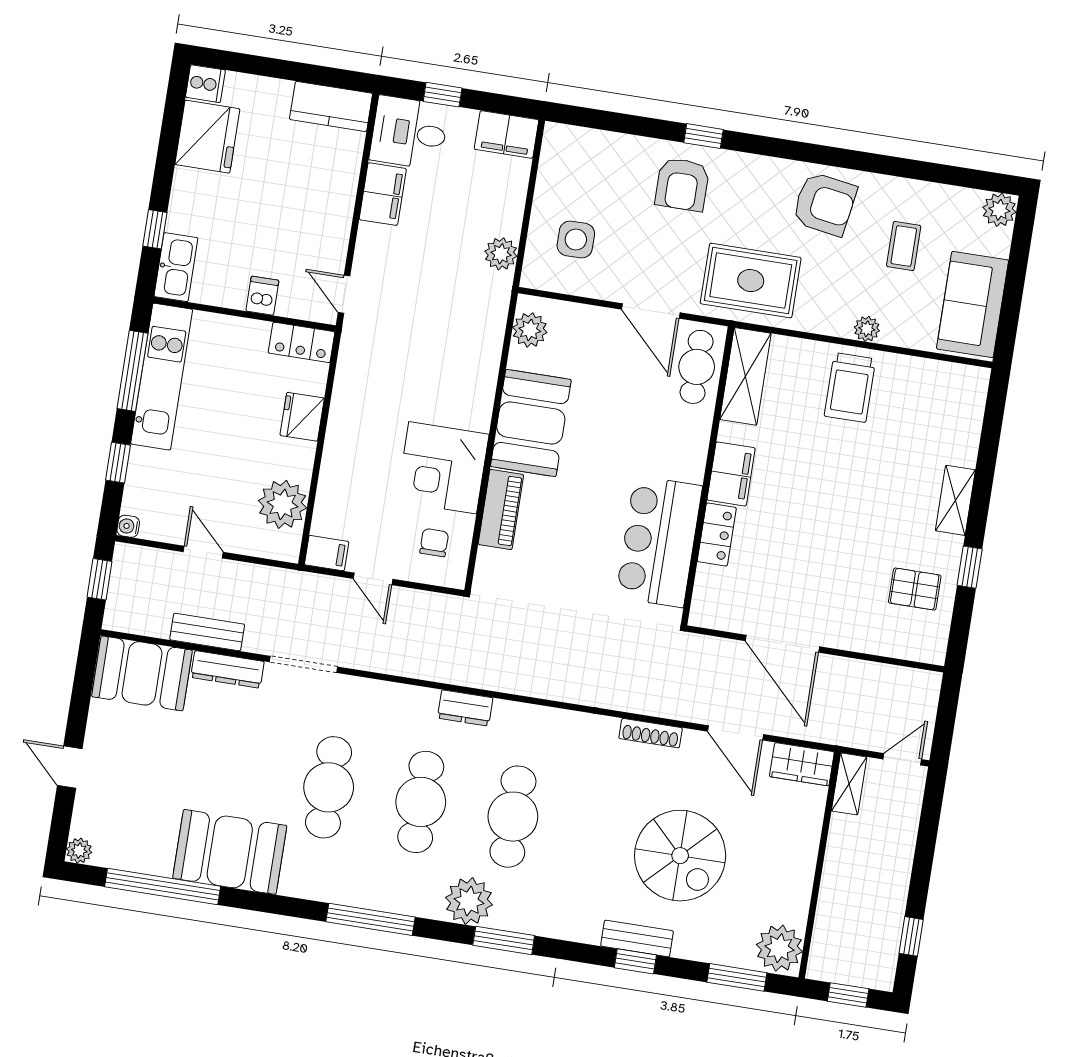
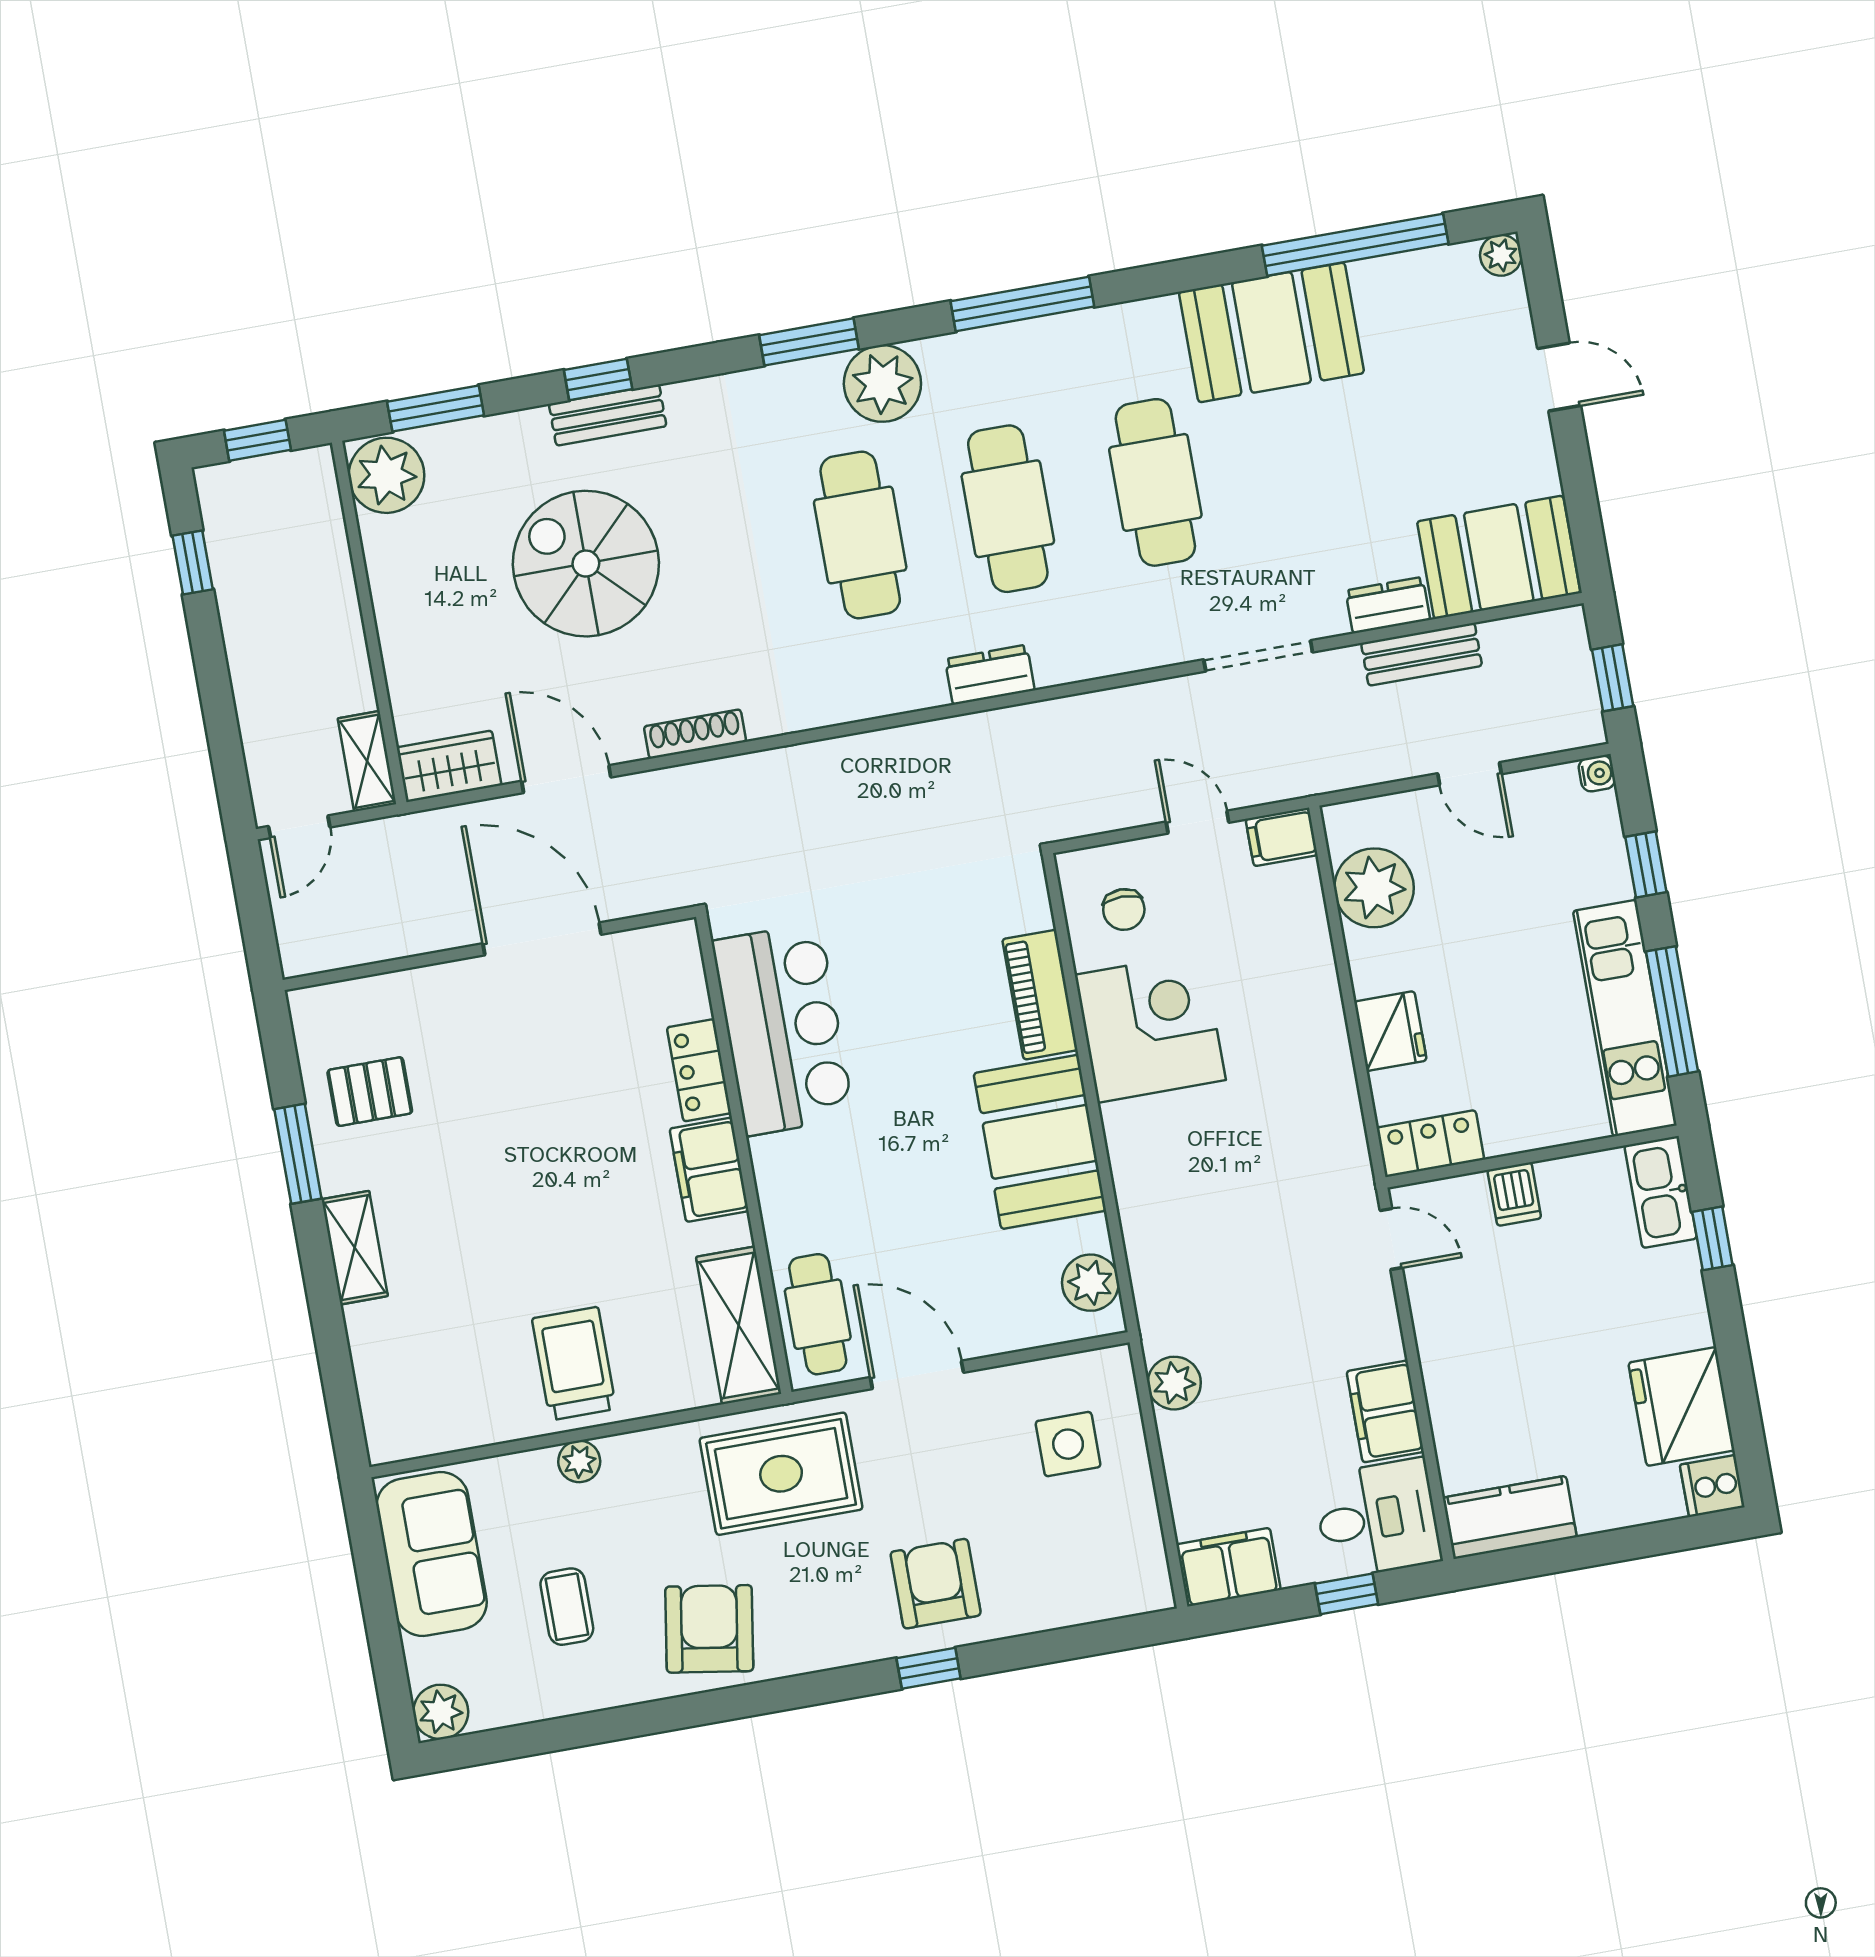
armchair: (824, 204) -> (709, 1629), turned 90
window: (970, 567) -> (298, 1154), width x1.50
dresser: (227, 669) -> (1388, 605), width x0.70

